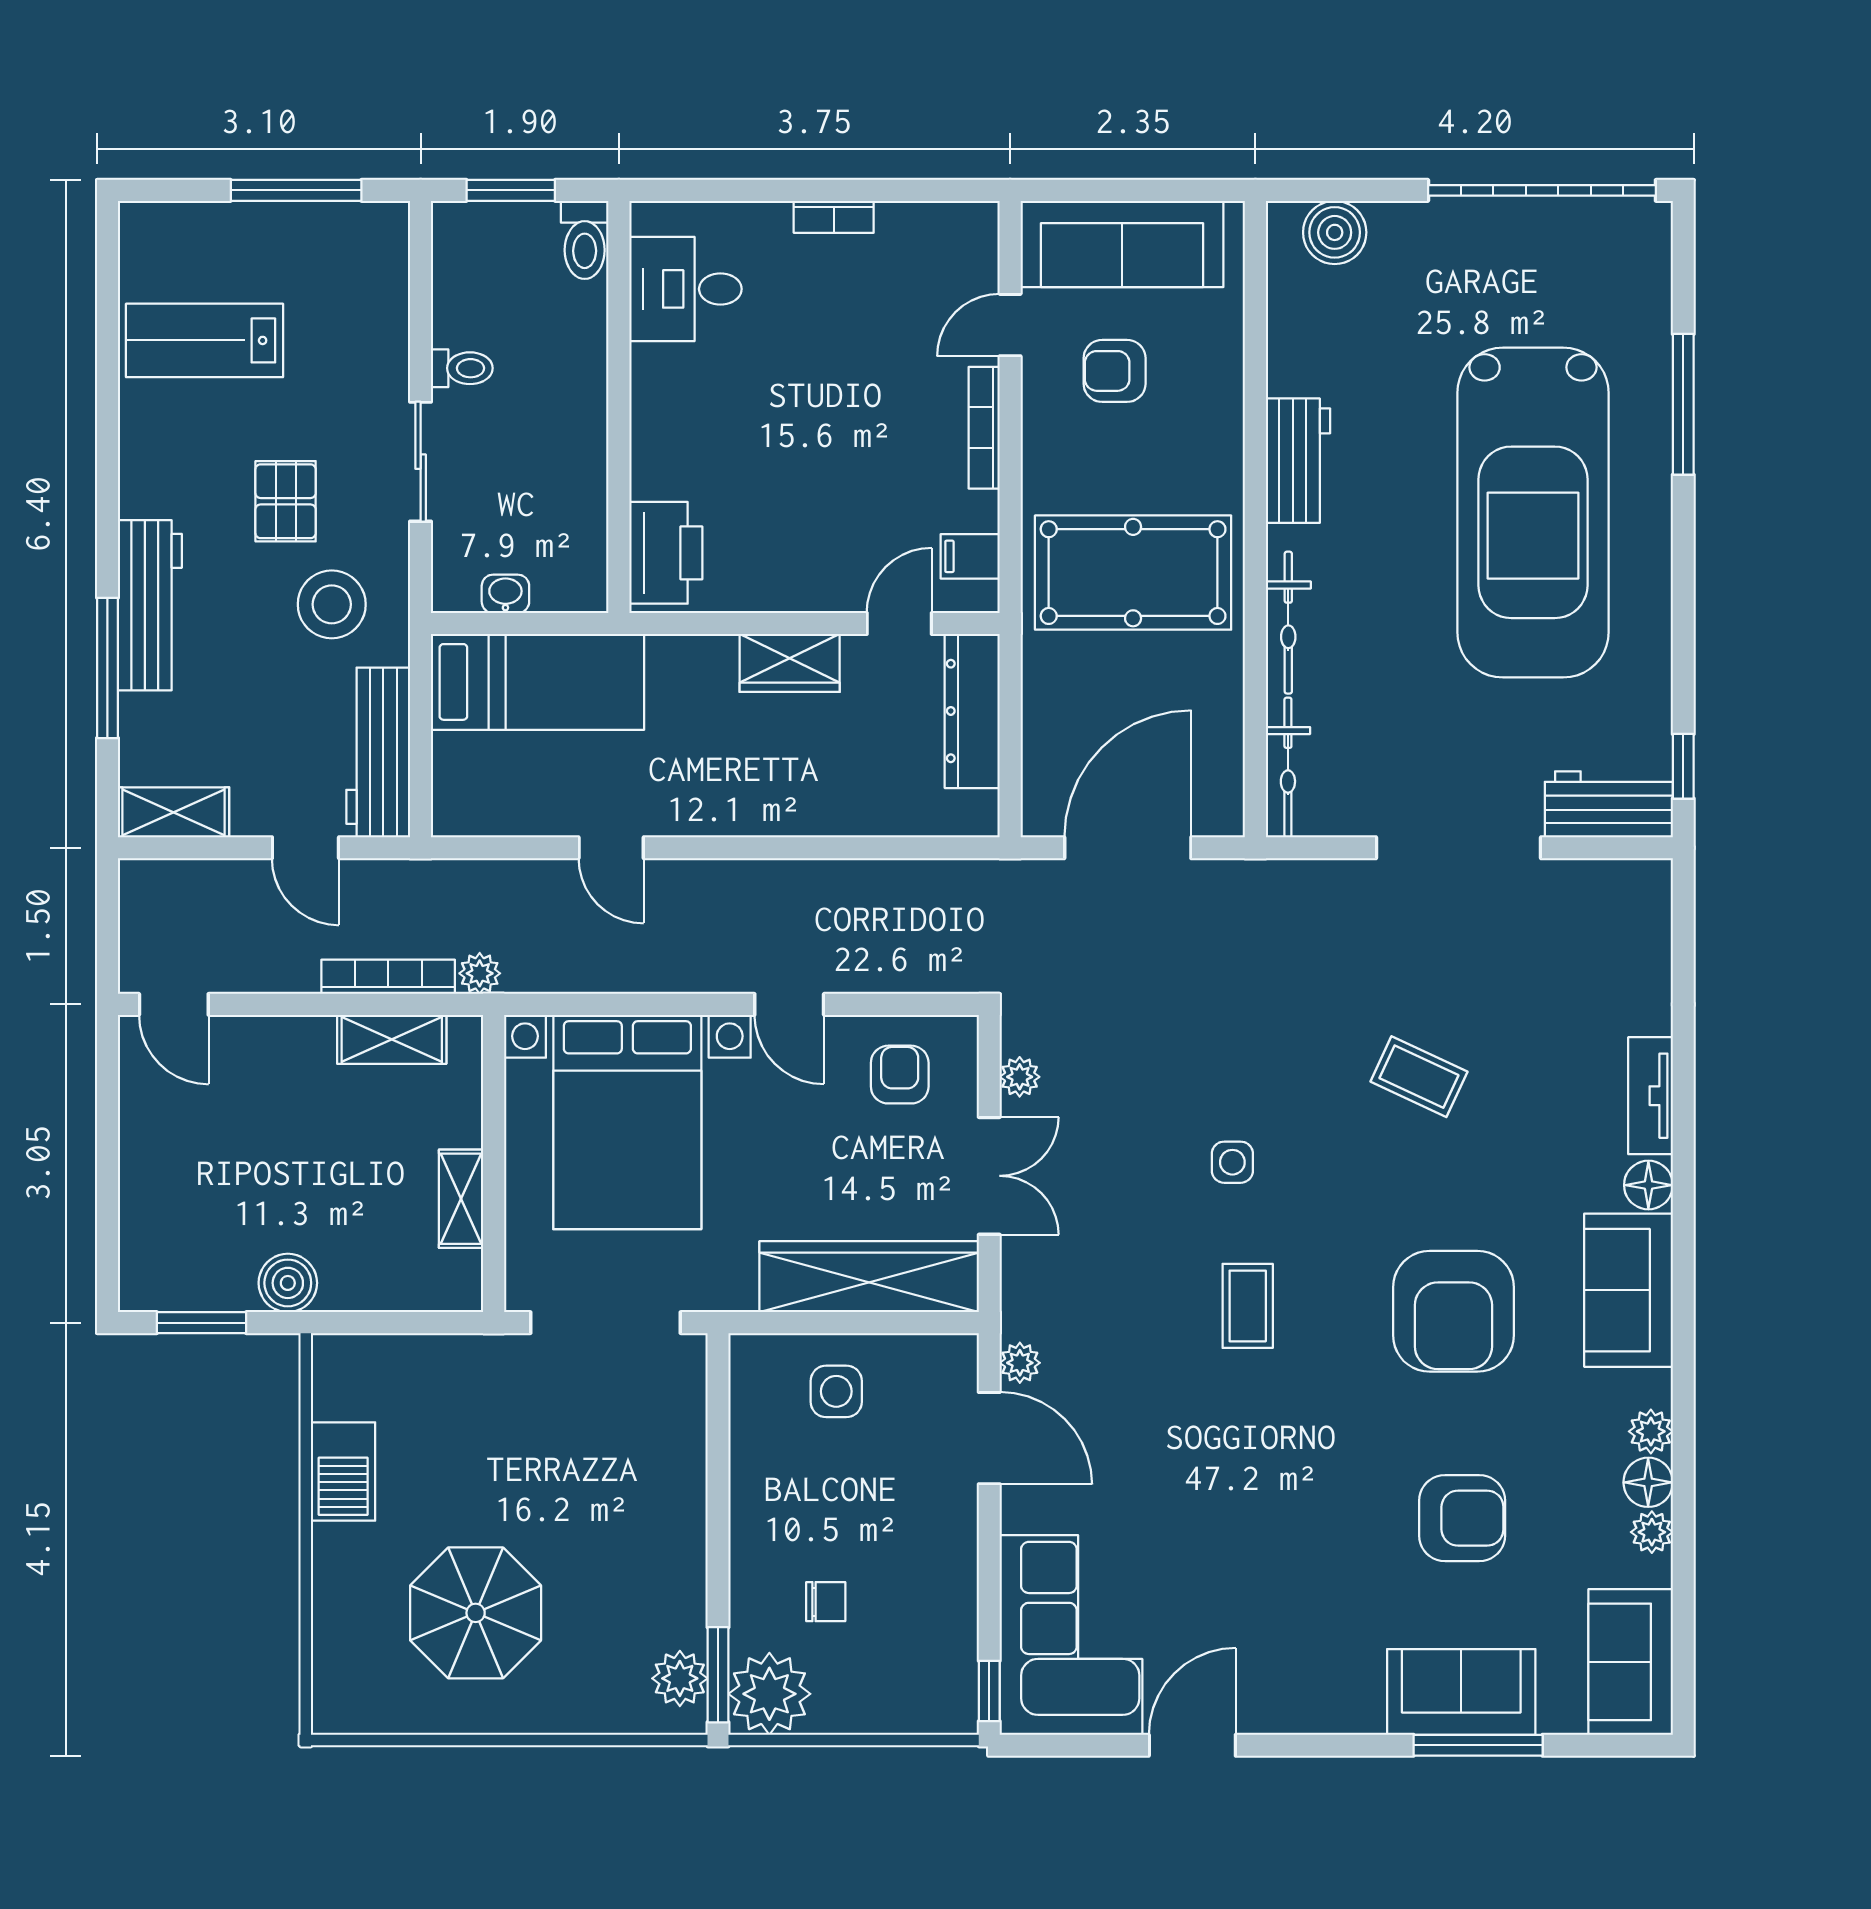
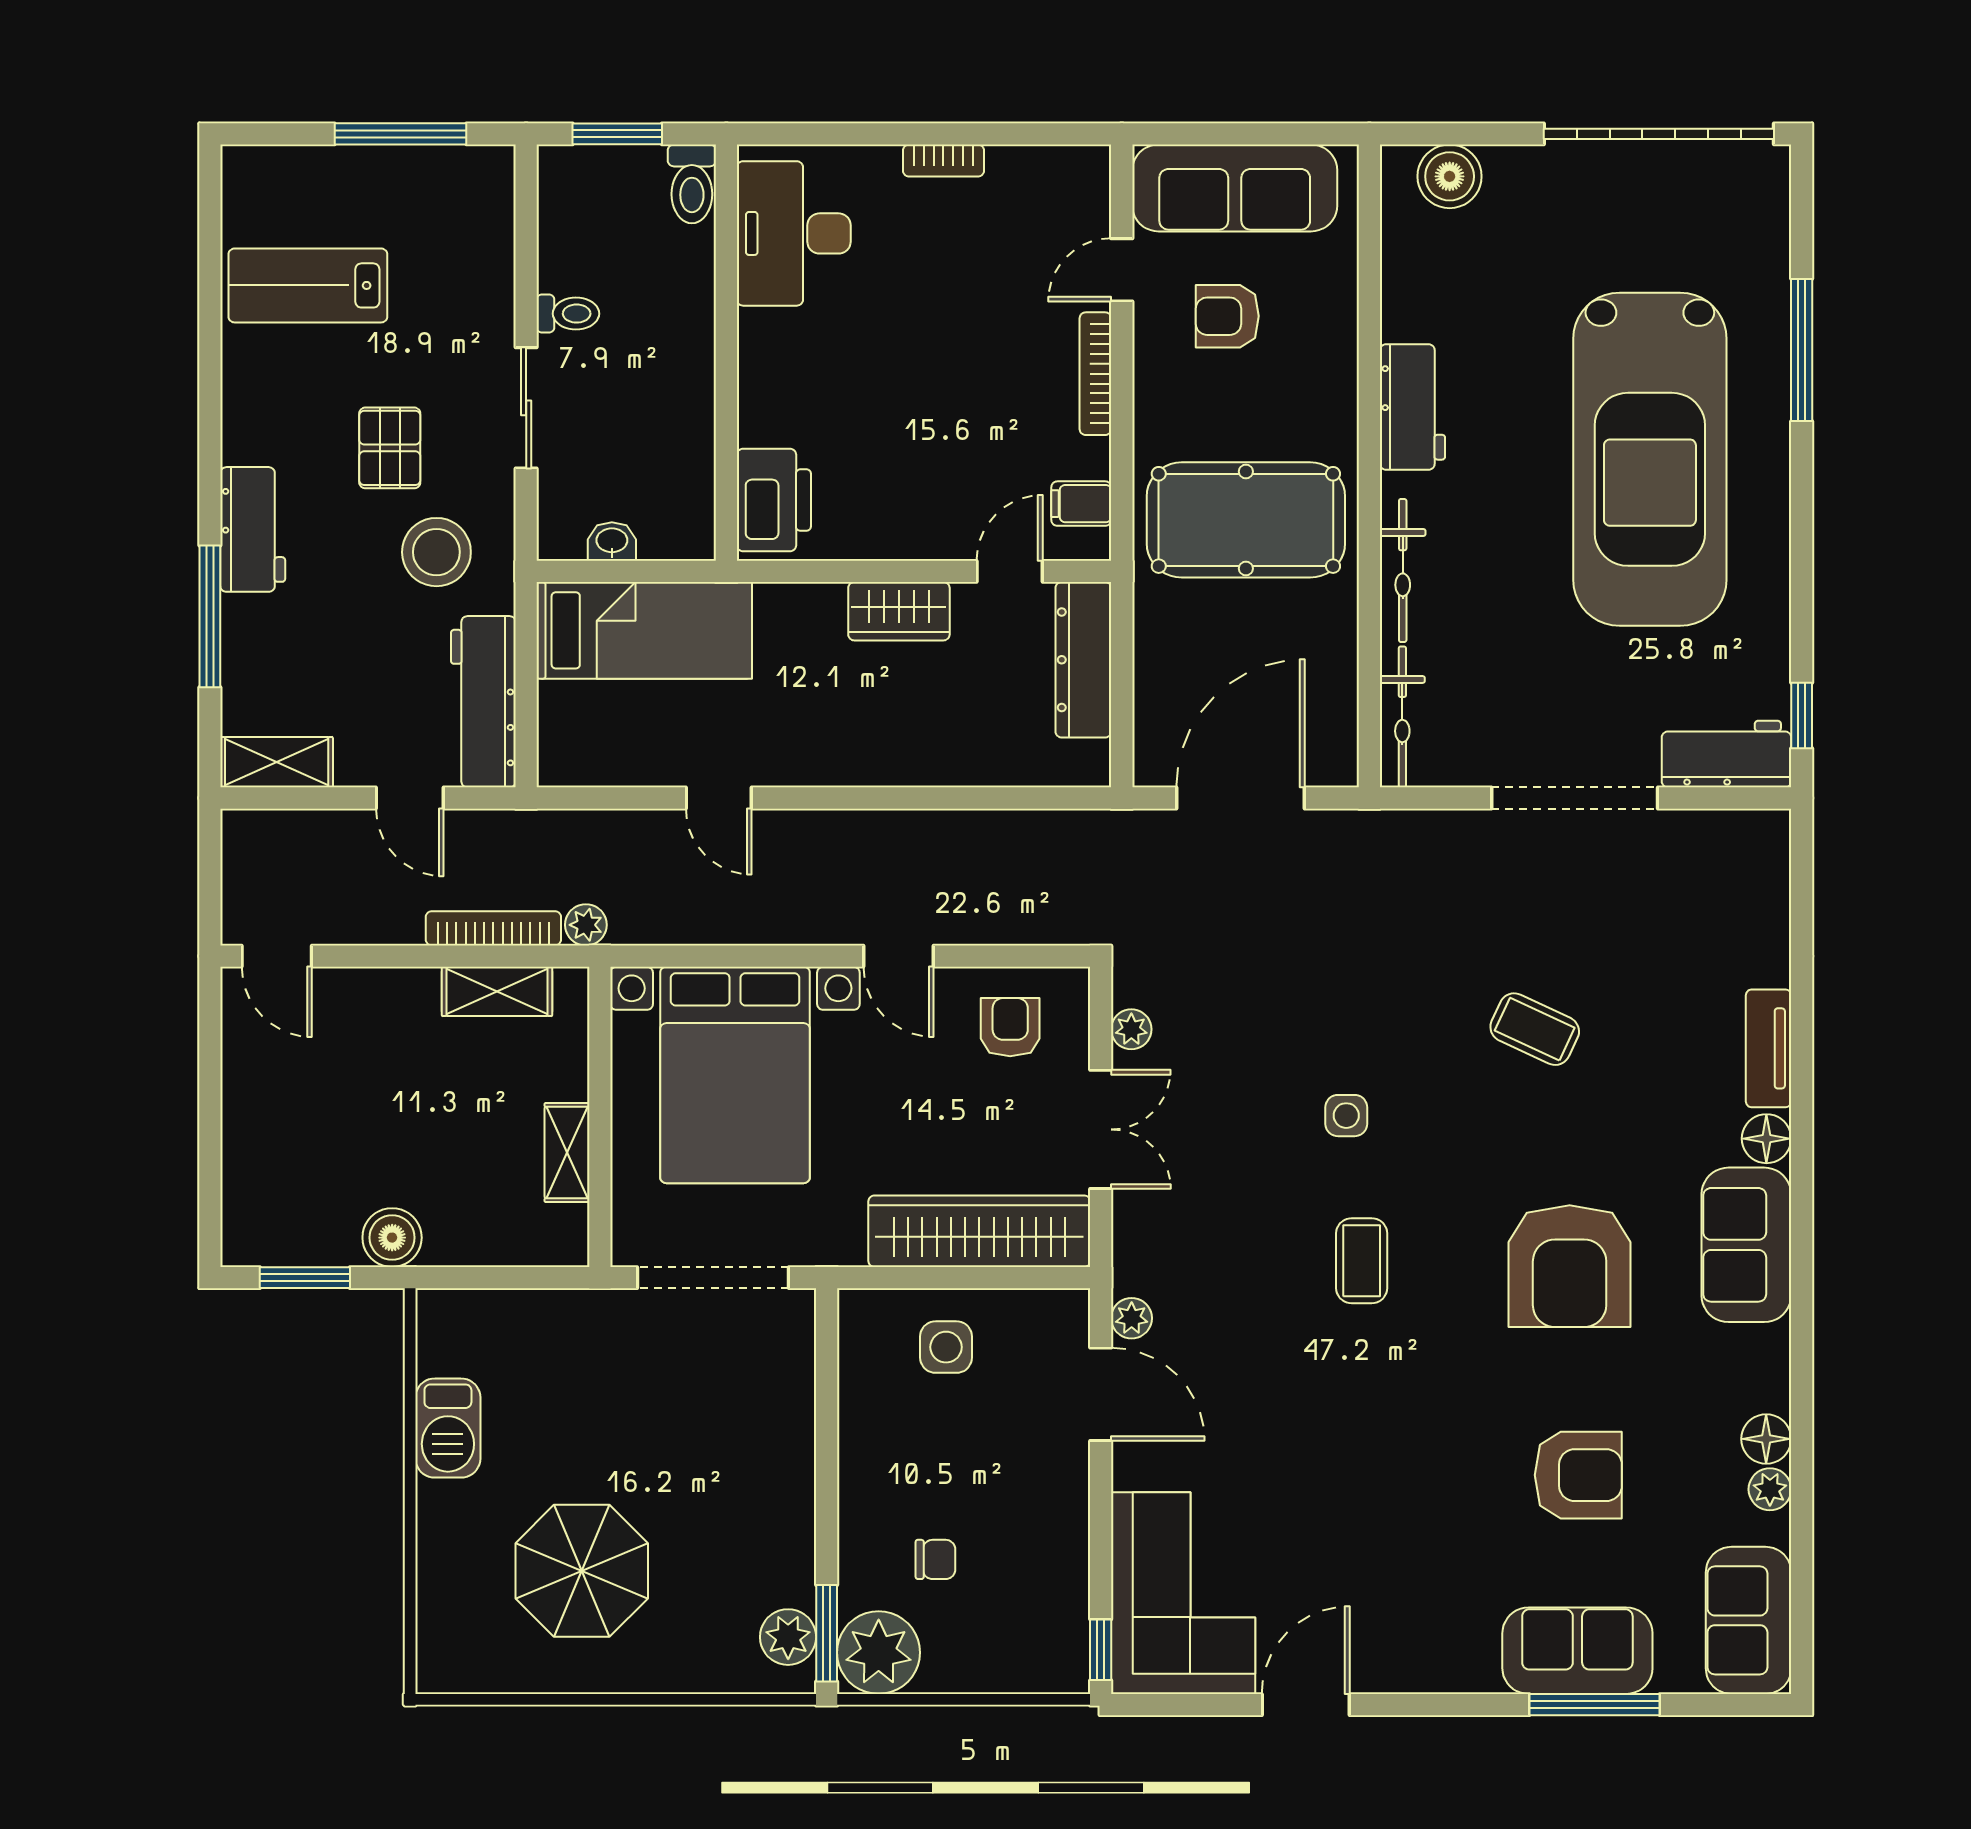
desk: (686, 289) -> (794, 233), width x1.37
workbench: (150, 605) -> (253, 529), width x0.73
plant: (1651, 1431) -> (1769, 1388), removed

